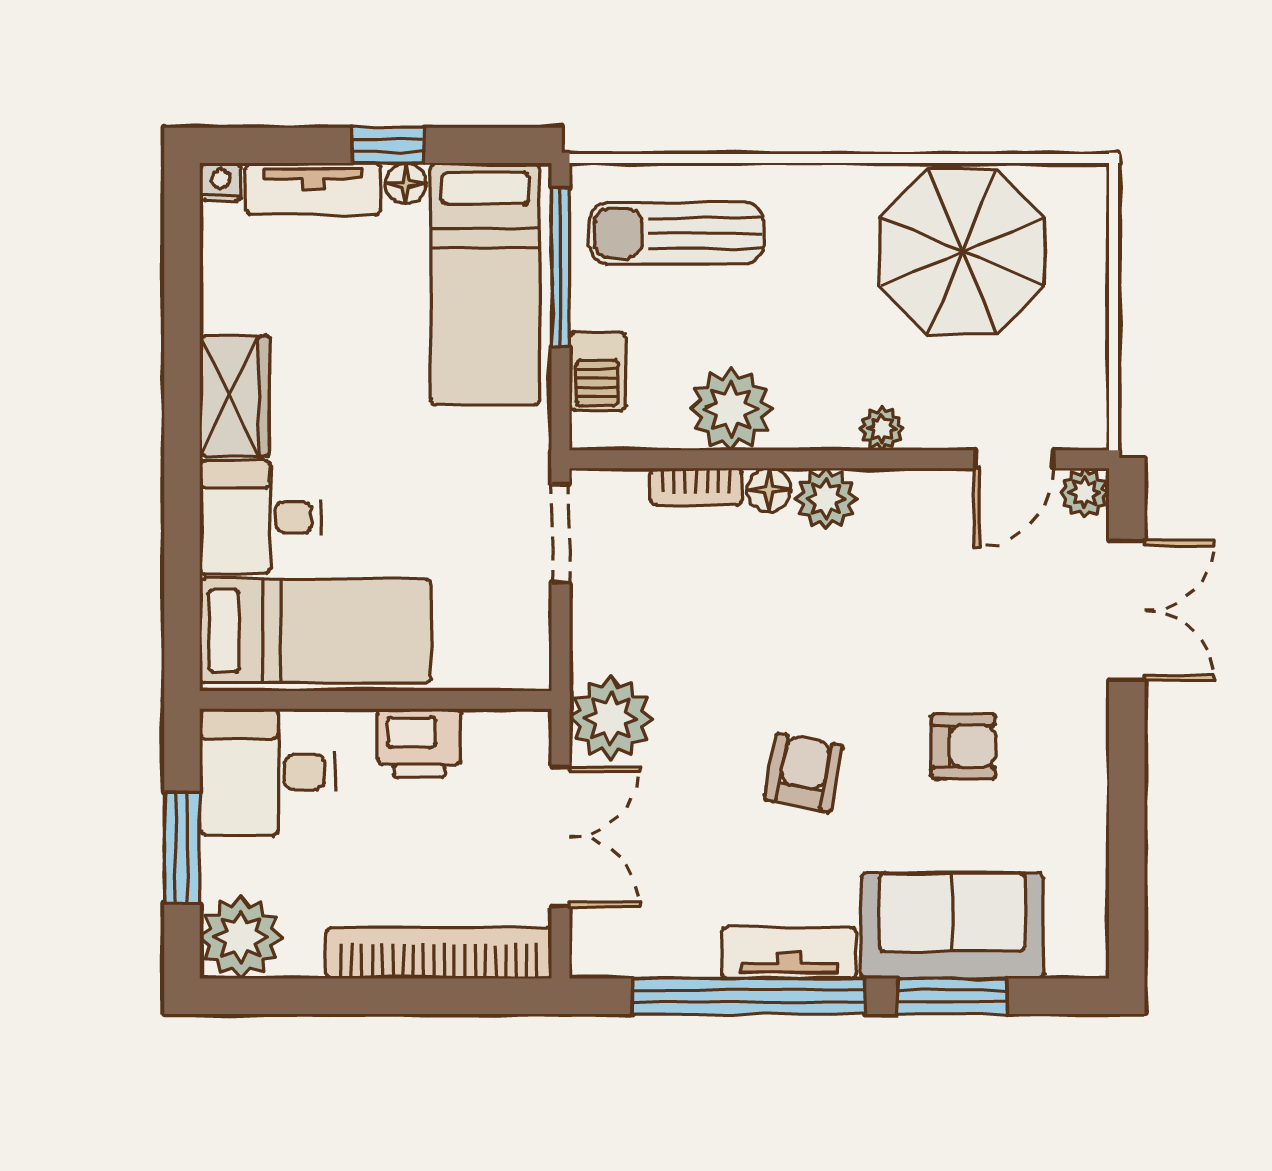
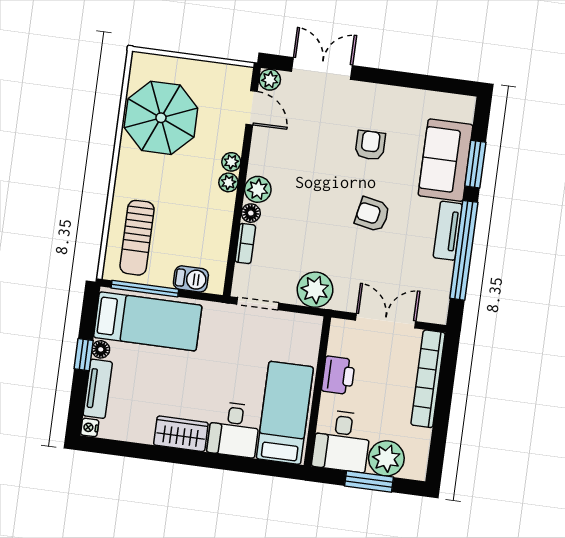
plant: (731, 409) -> (228, 182), moved, width x0.53, depth x0.53
plant: (611, 718) -> (315, 290), moved
plant: (241, 937) -> (386, 458), moved

